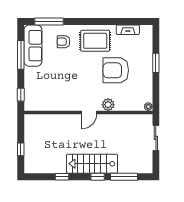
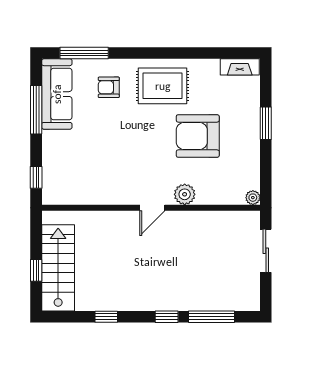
fireplace: (128, 30) -> (240, 67), moved
stairs: (92, 164) -> (58, 268), moved, turned 90

